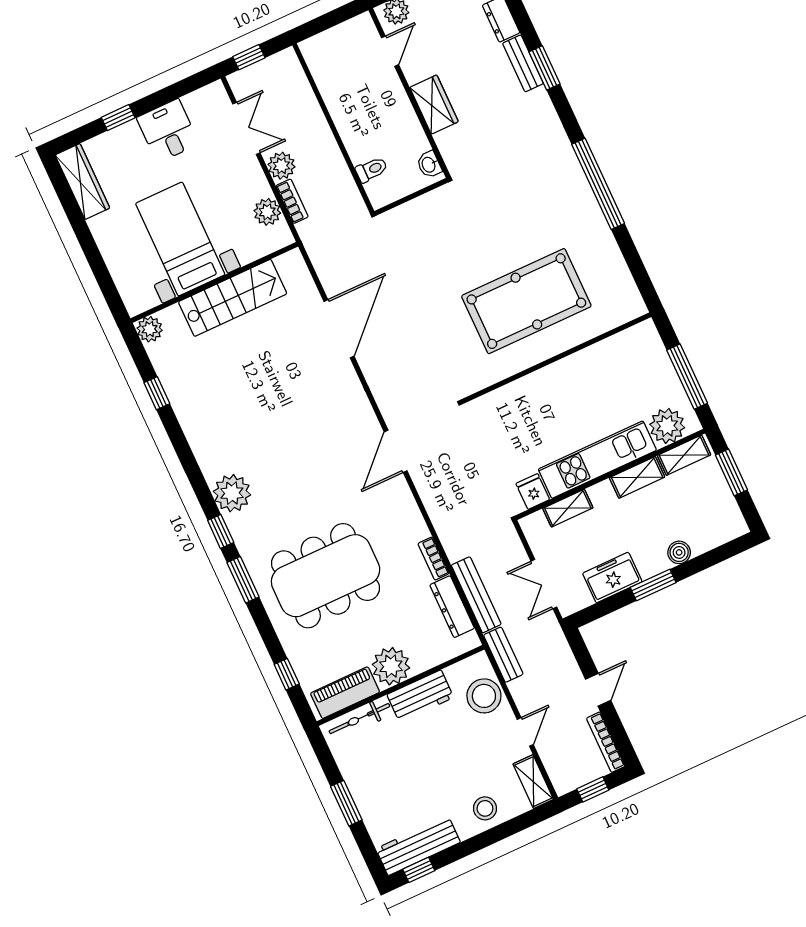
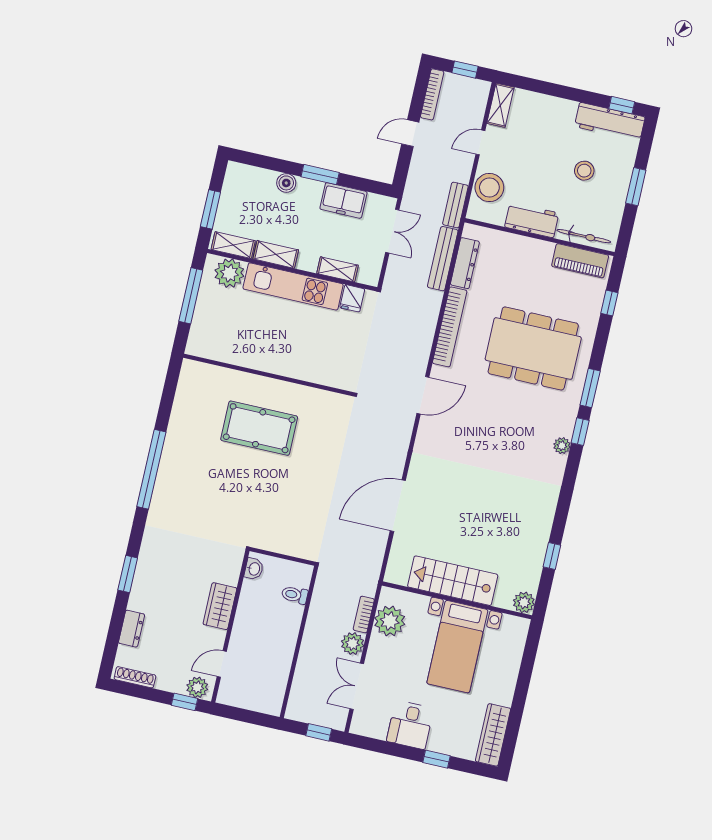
bench: (523, 63) -> (140, 588), removed
plant: (267, 212) -> (390, 621), width x1.36, depth x1.36
pool table: (526, 301) -> (259, 428), width x0.73, depth x0.76
plant: (232, 493) -> (562, 446), width x0.53, depth x0.53
bookcase: (433, 559) -> (450, 327), width x2.31, depth x1.31
plant: (391, 666) -> (536, 255), removed
stool: (485, 808) -> (584, 171), moved

